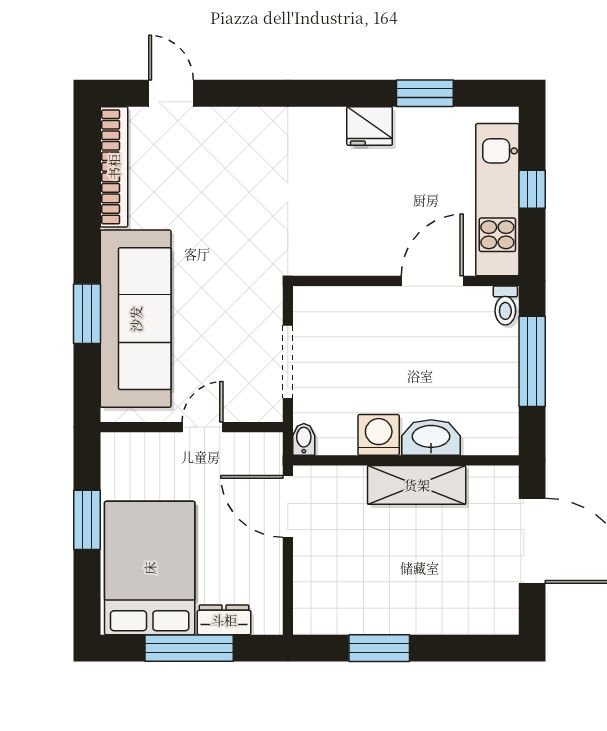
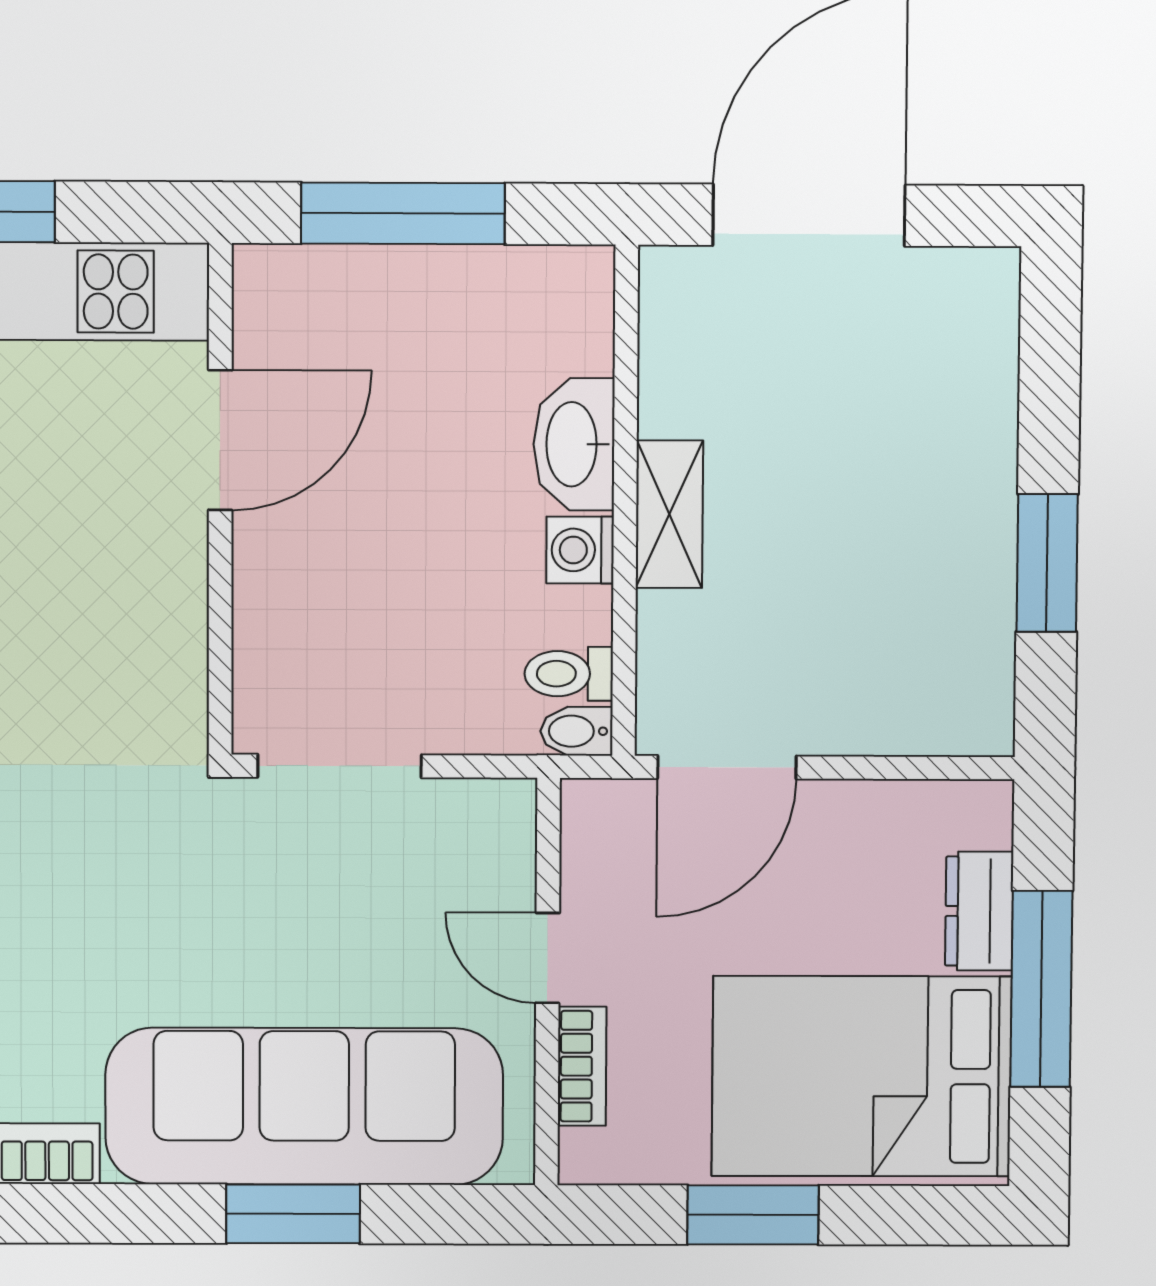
door: (432, 281) -> (220, 440), swing flipped
toilet: (505, 305) -> (569, 674), moved, turned 180
doorway: (288, 362) -> (340, 766), moved
washing machine: (379, 435) -> (580, 550), width x0.73, depth x0.73
bookcase: (154, 443) -> (582, 1066), added
shelving: (417, 485) -> (669, 514), width x0.67, depth x0.75

